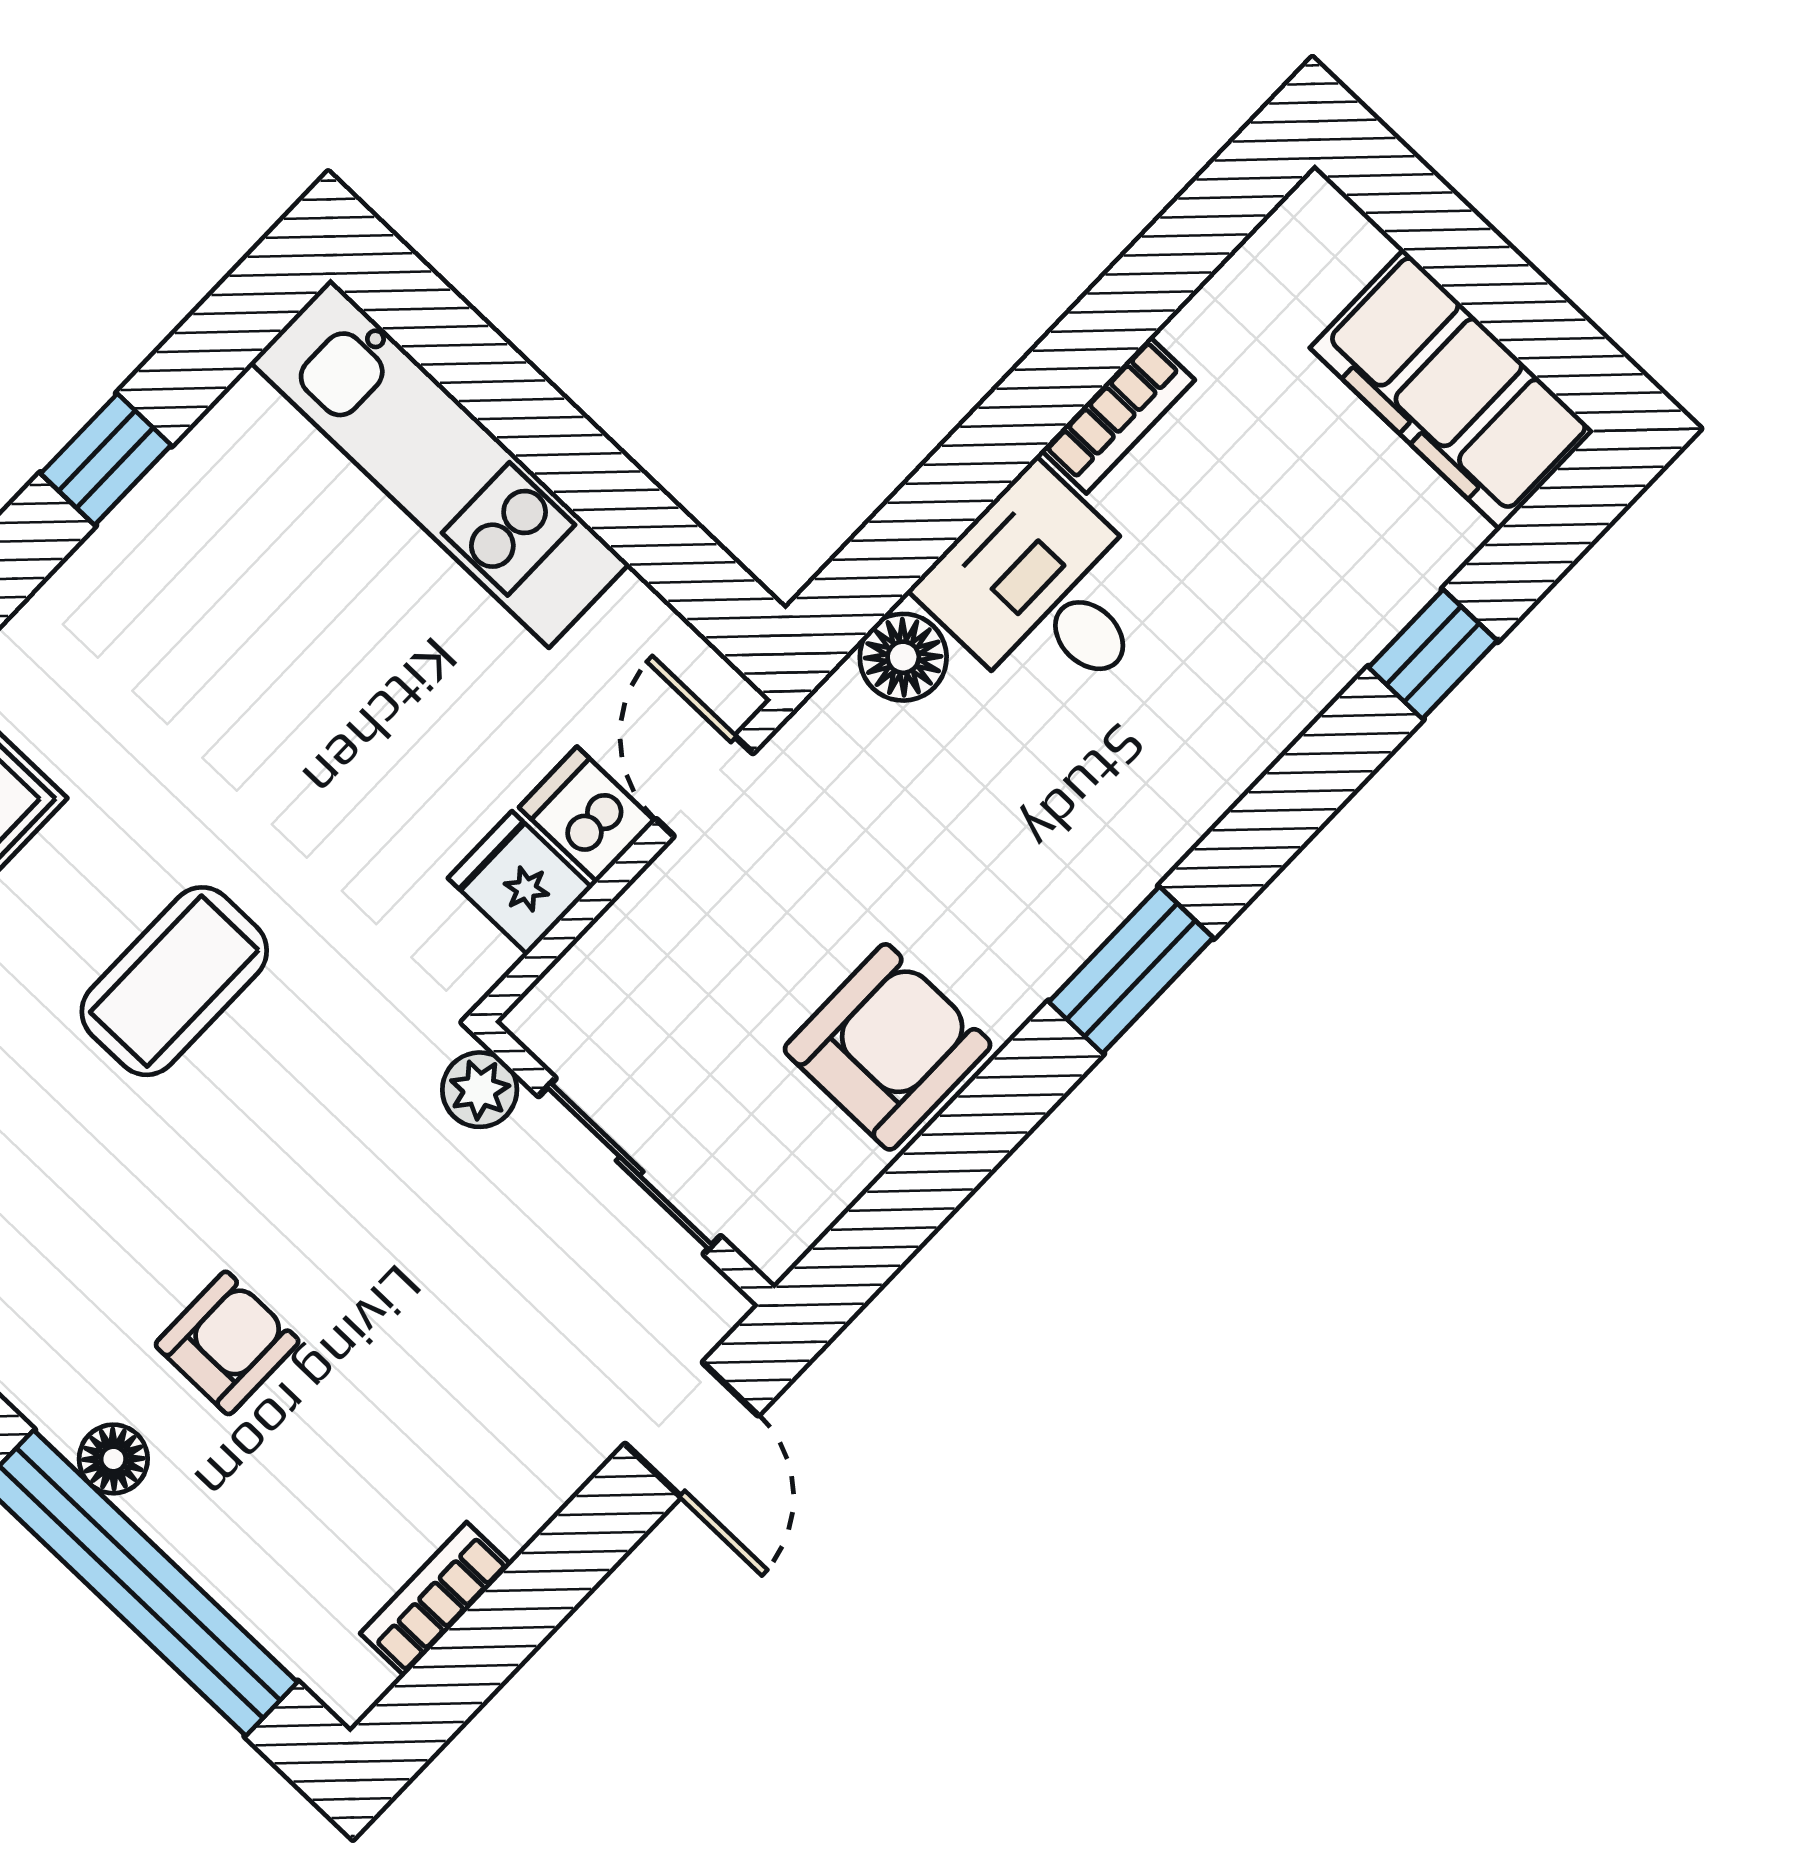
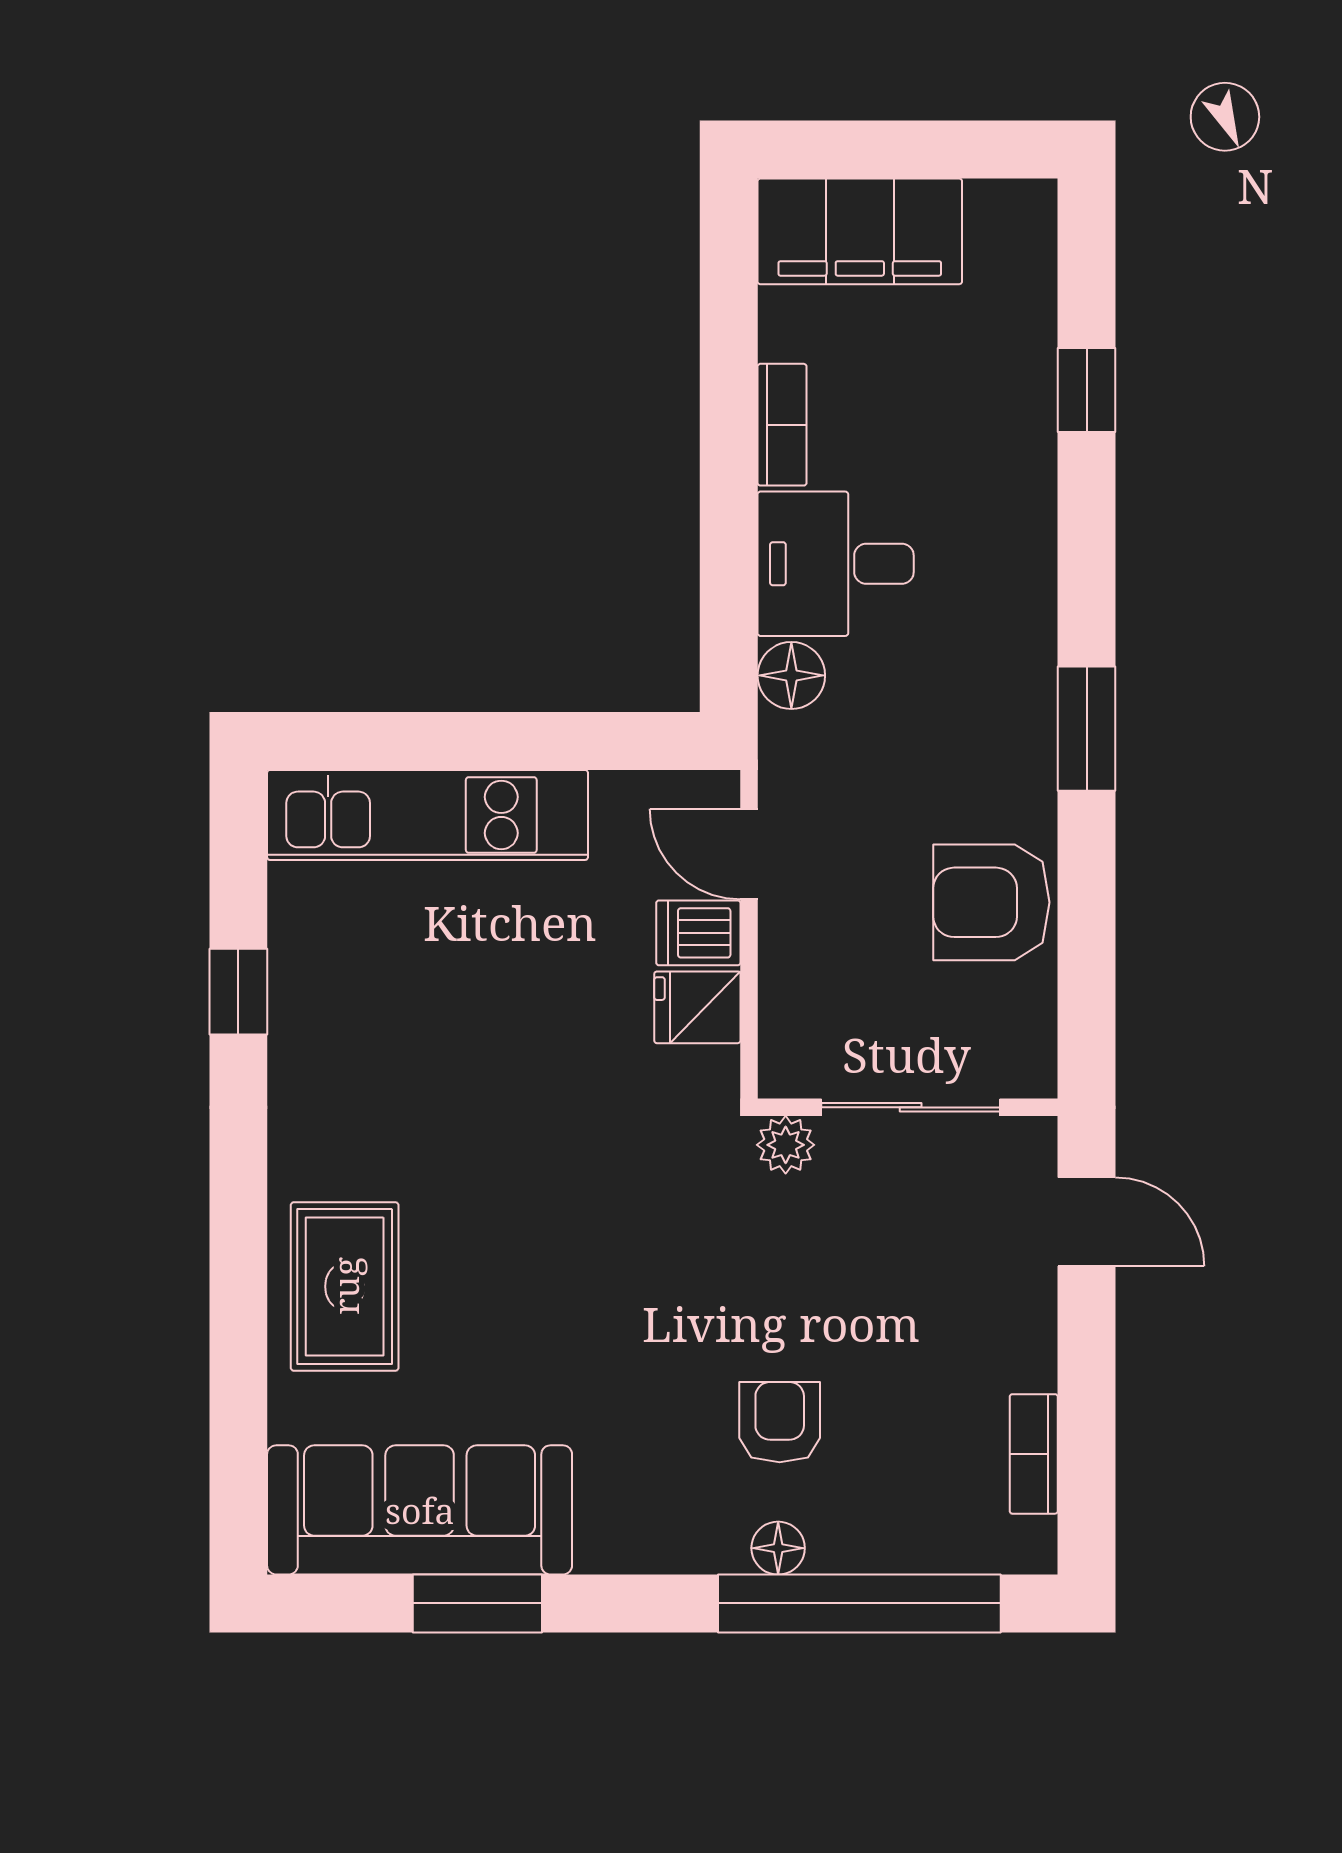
filing cabinet: (1452, 389) -> (860, 231), moved
coffee table: (174, 981) -> (556, 1248), removed
armchair: (888, 1047) -> (991, 902), turned -90

